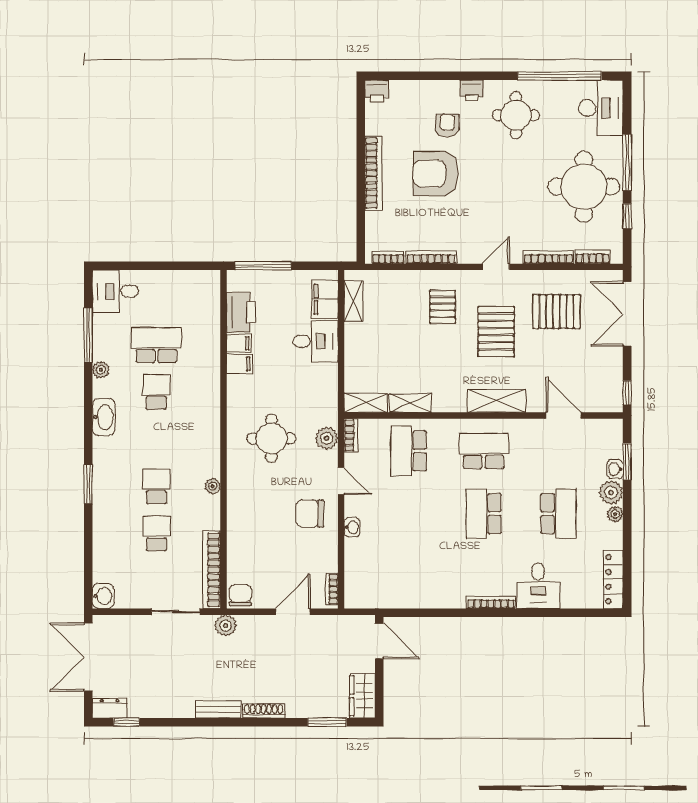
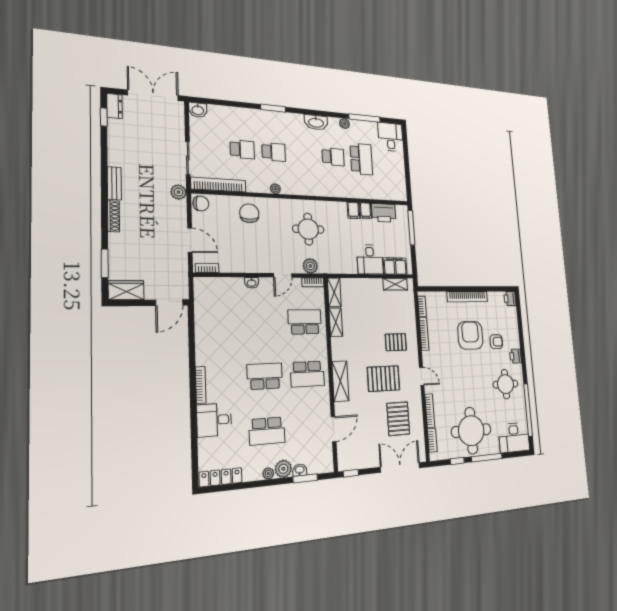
school desk: (484, 451) -> (307, 374), turned 90
chair: (310, 514) -> (249, 213), moved

